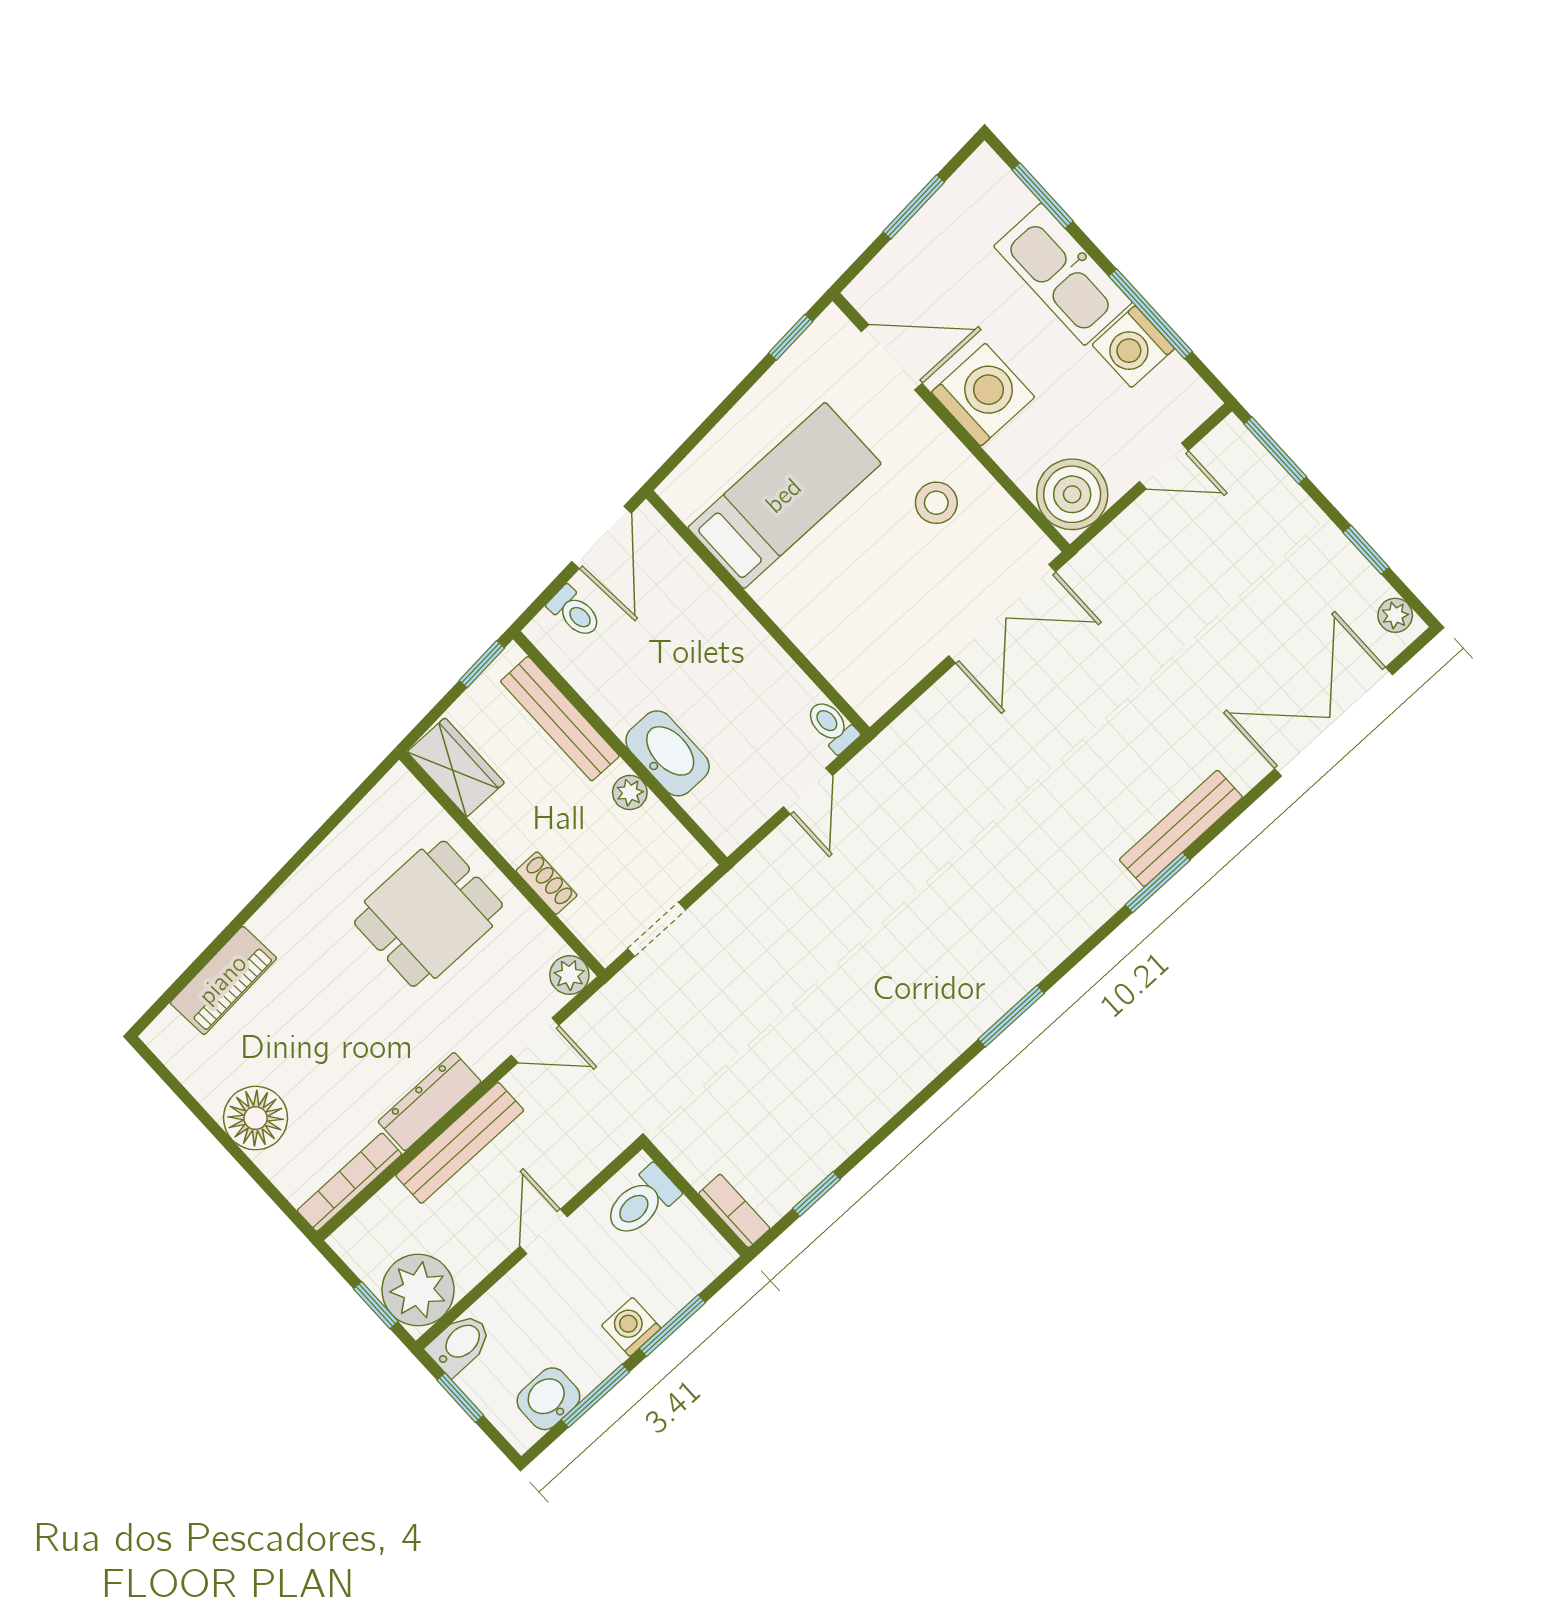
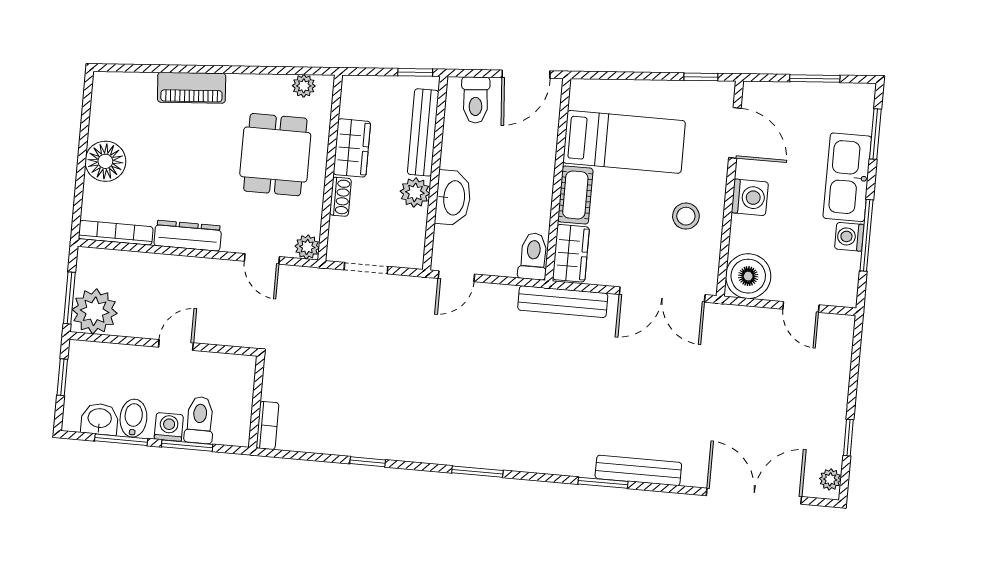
washing machine: (1133, 347) -> (849, 237), width x0.73, depth x0.73
washing machine: (983, 395) -> (750, 197), width x0.73, depth x0.73
window: (1275, 450) -> (856, 352), removed
cot: (794, 609) -> (575, 195), added
toilet: (575, 612) -> (476, 100), width x1.37, depth x1.39
wardrobe: (857, 676) -> (571, 253), added
toilet: (832, 726) -> (533, 256), width x1.37, depth x1.39
wardrobe: (456, 767) -> (352, 148), moved
door: (808, 791) -> (456, 276), moved
plant: (630, 792) -> (415, 192), width x1.38, depth x1.38
plant: (379, 808) -> (304, 86), added
dining table: (428, 914) -> (275, 155), turned 90
piano: (223, 980) -> (192, 88), moved
bench: (460, 1143) -> (563, 302), moved
window: (816, 1194) -> (368, 462), moved
toilet: (641, 1202) -> (200, 420), moved, turned 90
window: (376, 1305) -> (69, 298), width x1.50
bidet: (460, 1344) -> (133, 418), moved, turned -90

